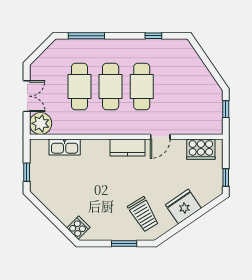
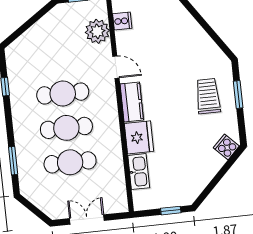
window: (86, 36) -> (13, 161), width x0.69
plant: (41, 123) -> (97, 31), moved
cooker: (201, 149) -> (122, 21), width x0.53, depth x0.76
fridge: (183, 207) -> (139, 137), moved, turned -145
trolley: (143, 214) -> (208, 96), moved, turned -59

